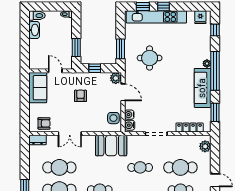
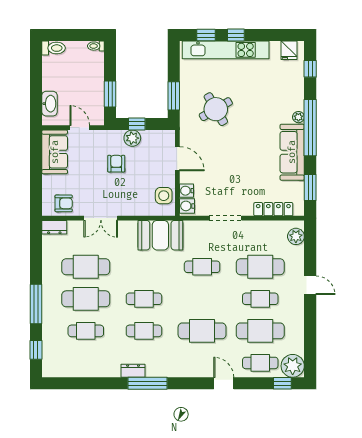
washbasin: (34, 30) -> (50, 104), moved
round table: (150, 58) -> (216, 109), turned -30
plant: (116, 78) -> (132, 138), moved

